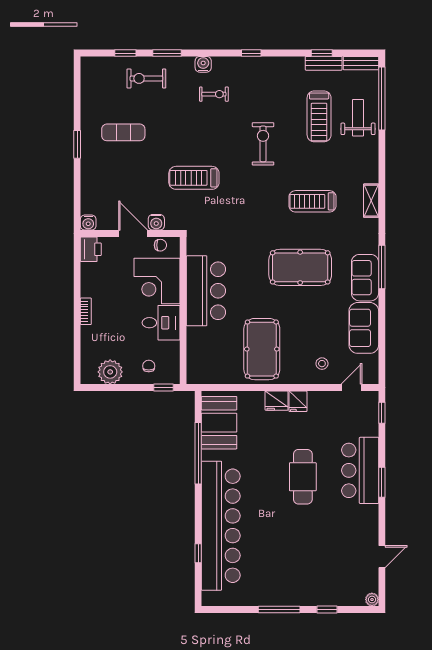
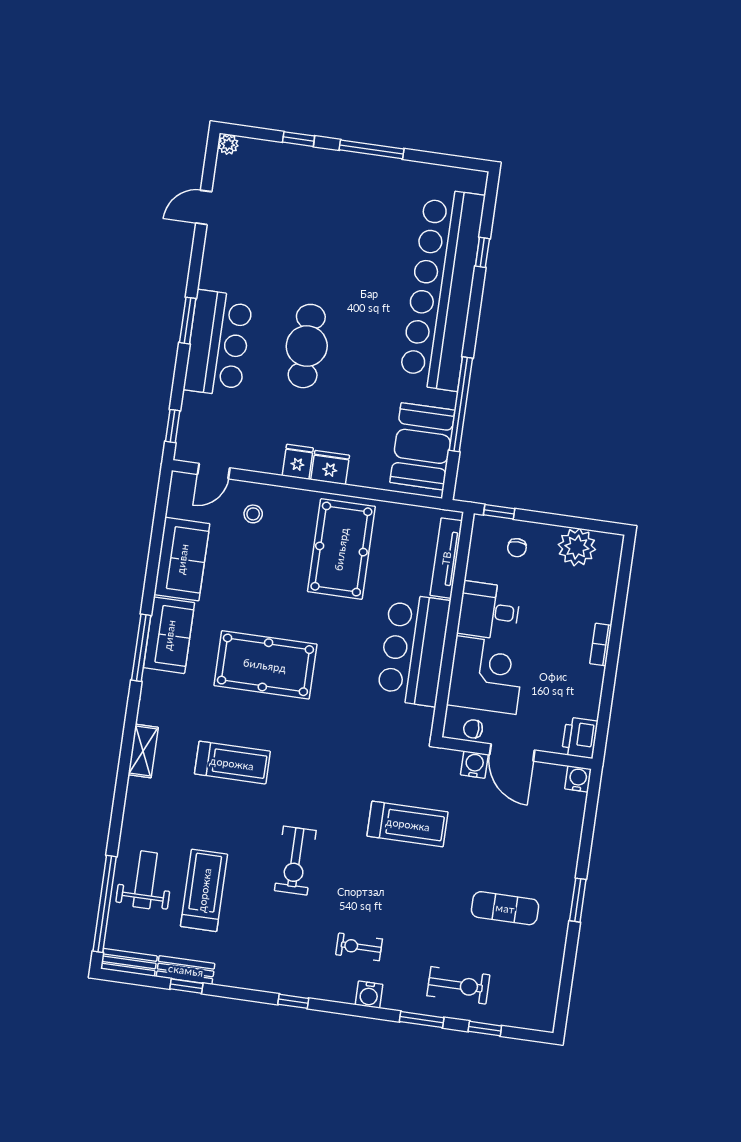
weight bench: (358, 118) -> (145, 880), turned 180
tv unit: (193, 353) -> (446, 558), added

